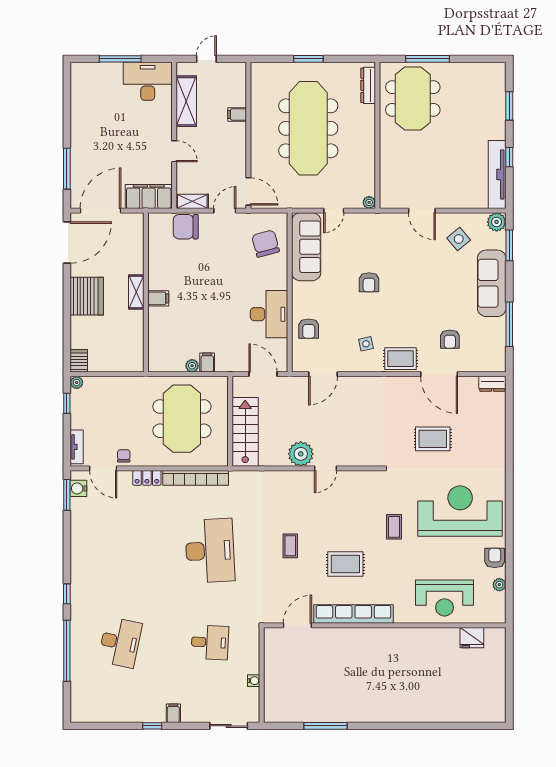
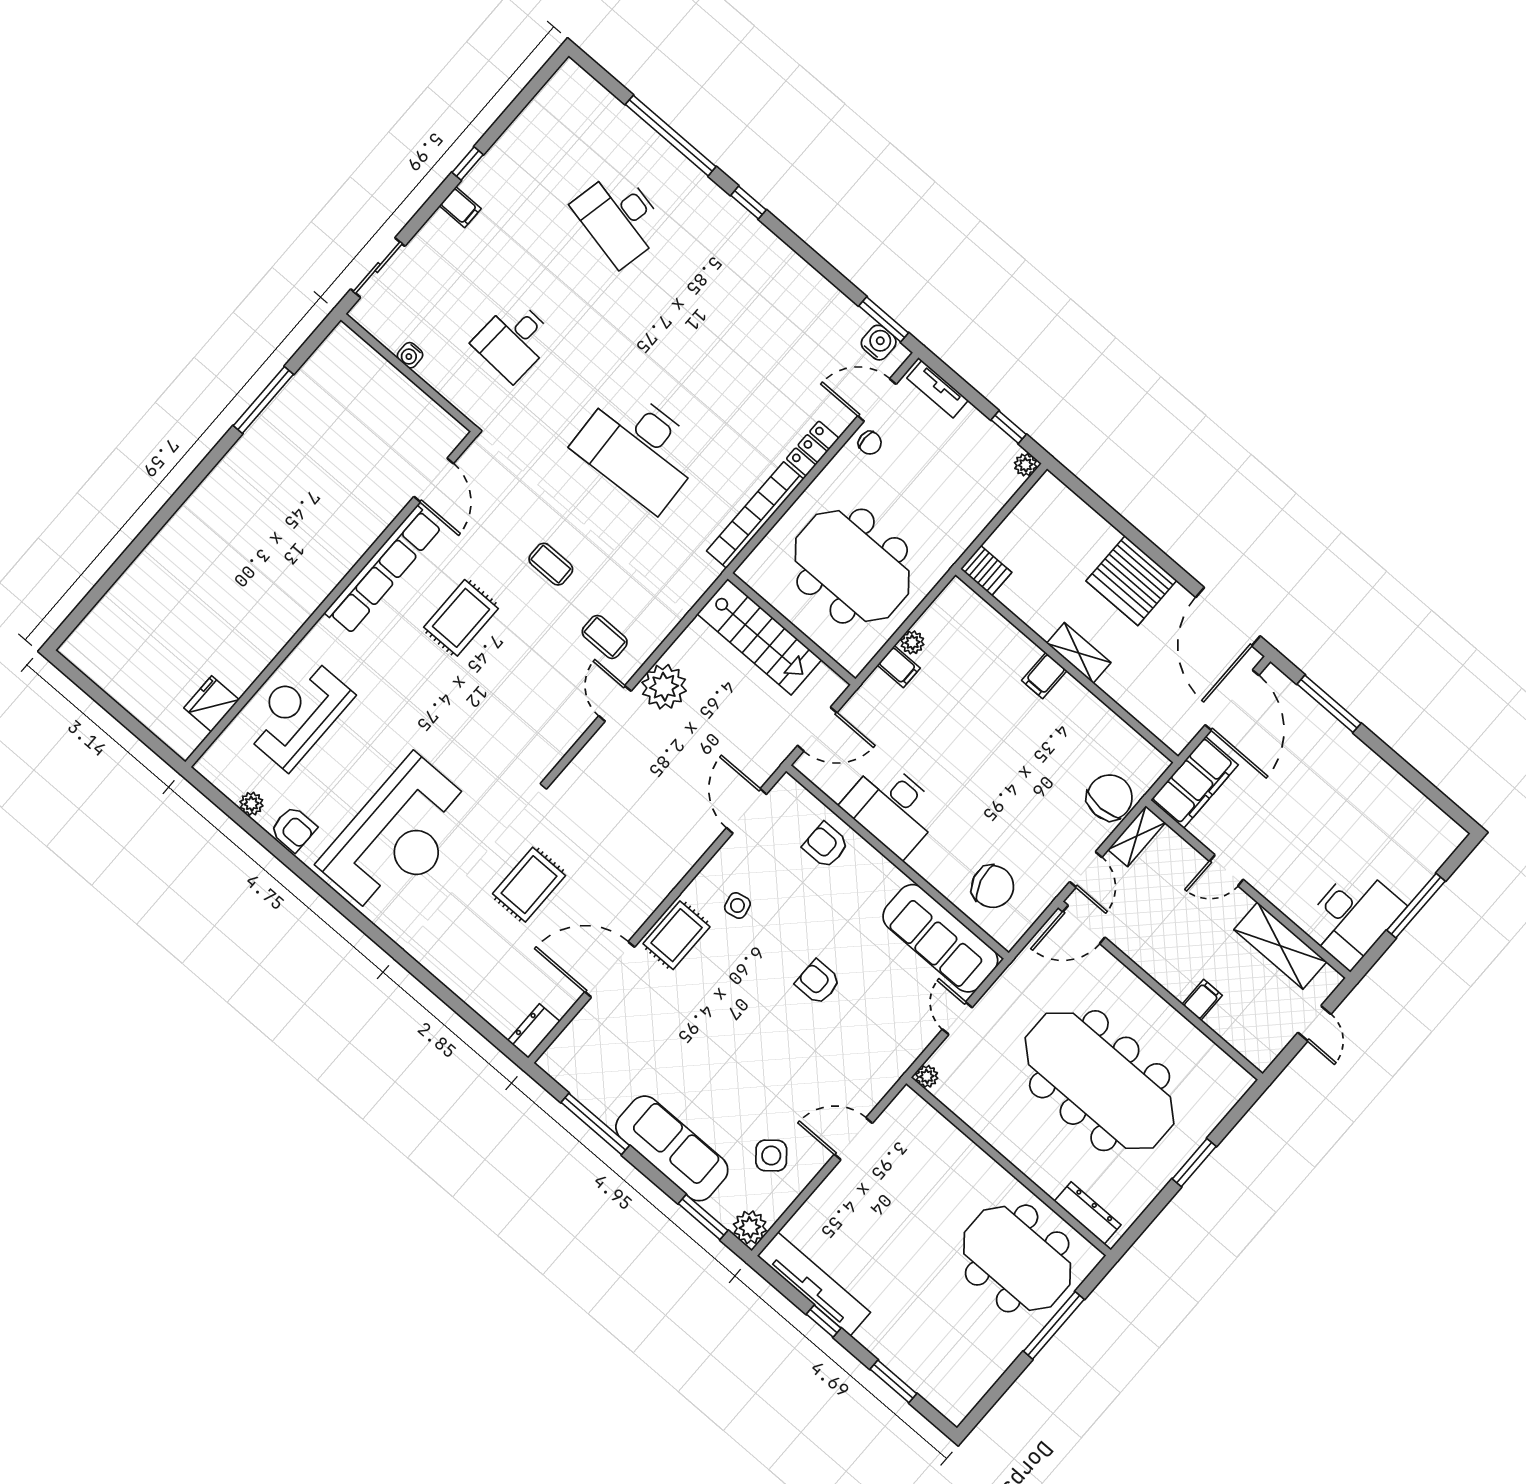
armchair: (450, 339) -> (645, 1026), removed
server rack: (79, 361) -> (986, 571), moved
coffee table: (394, 527) -> (605, 637), moved

